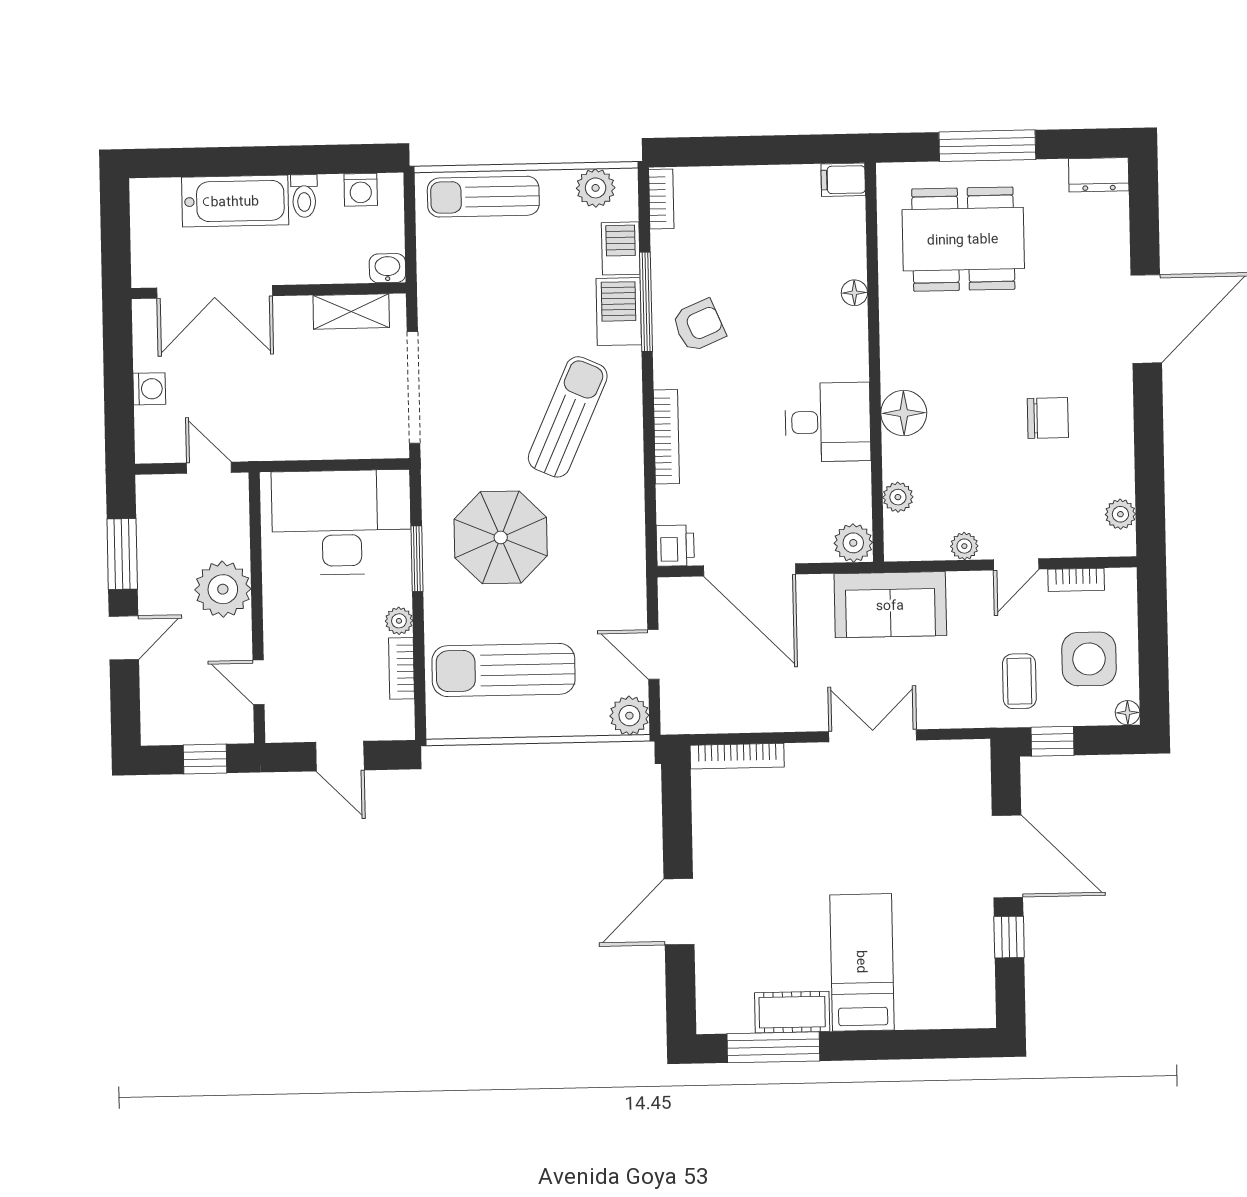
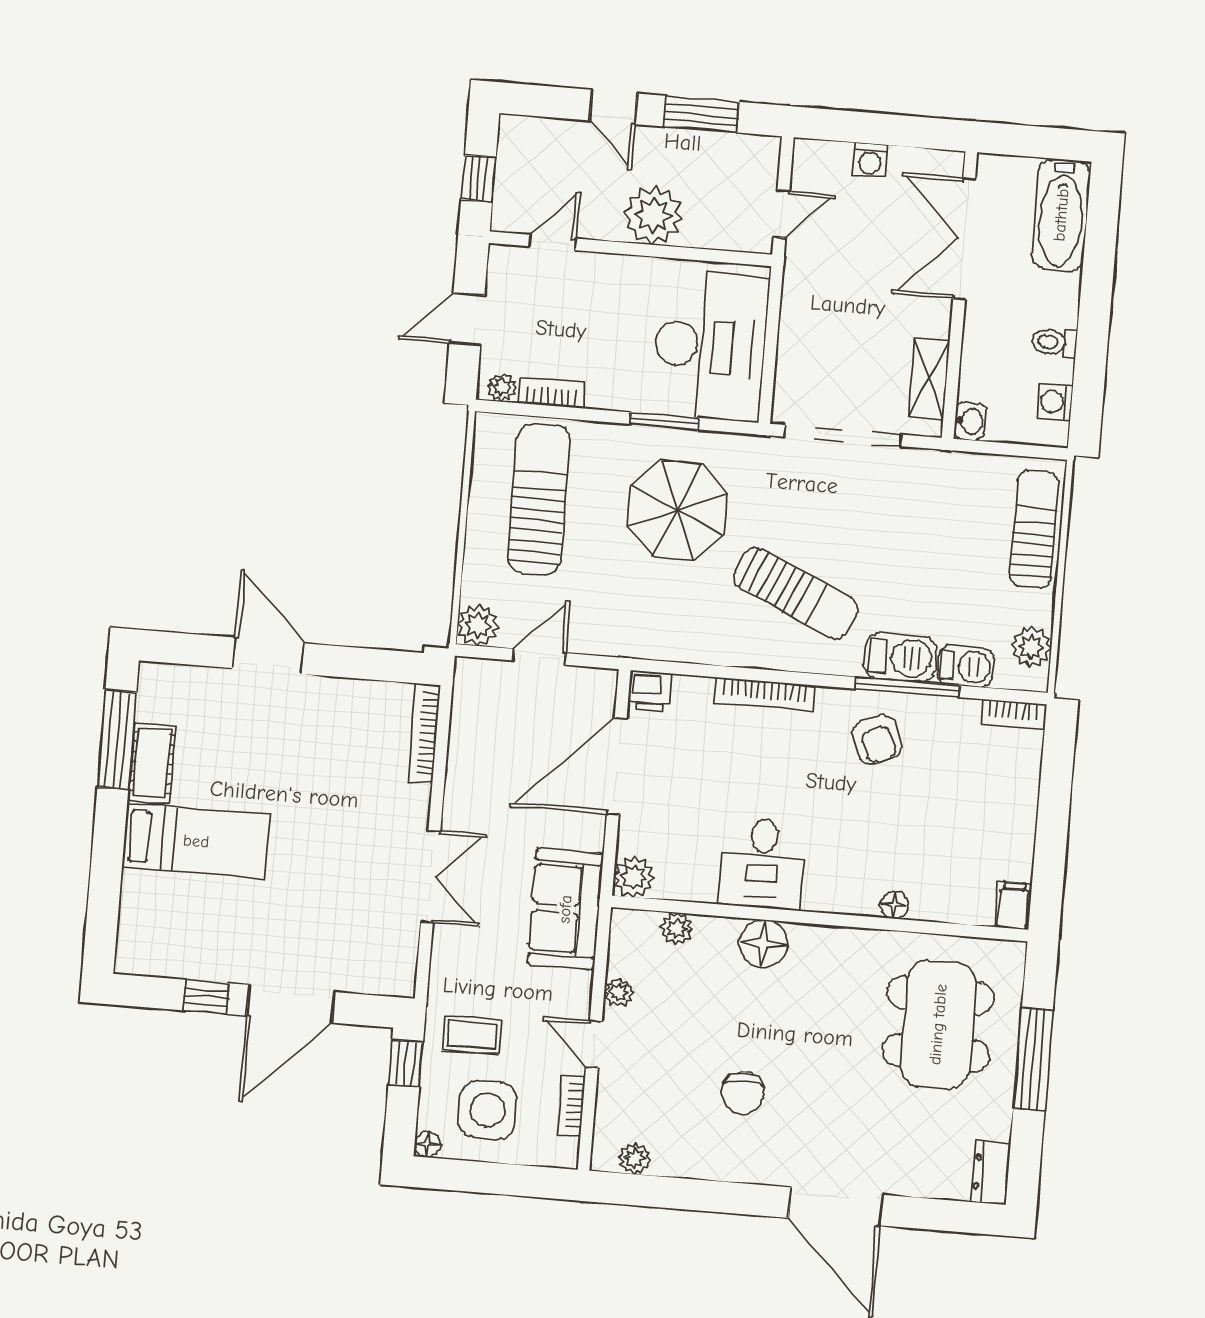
bathtub: (235, 201) -> (1061, 215), moved
plant: (399, 621) -> (502, 387), moved

